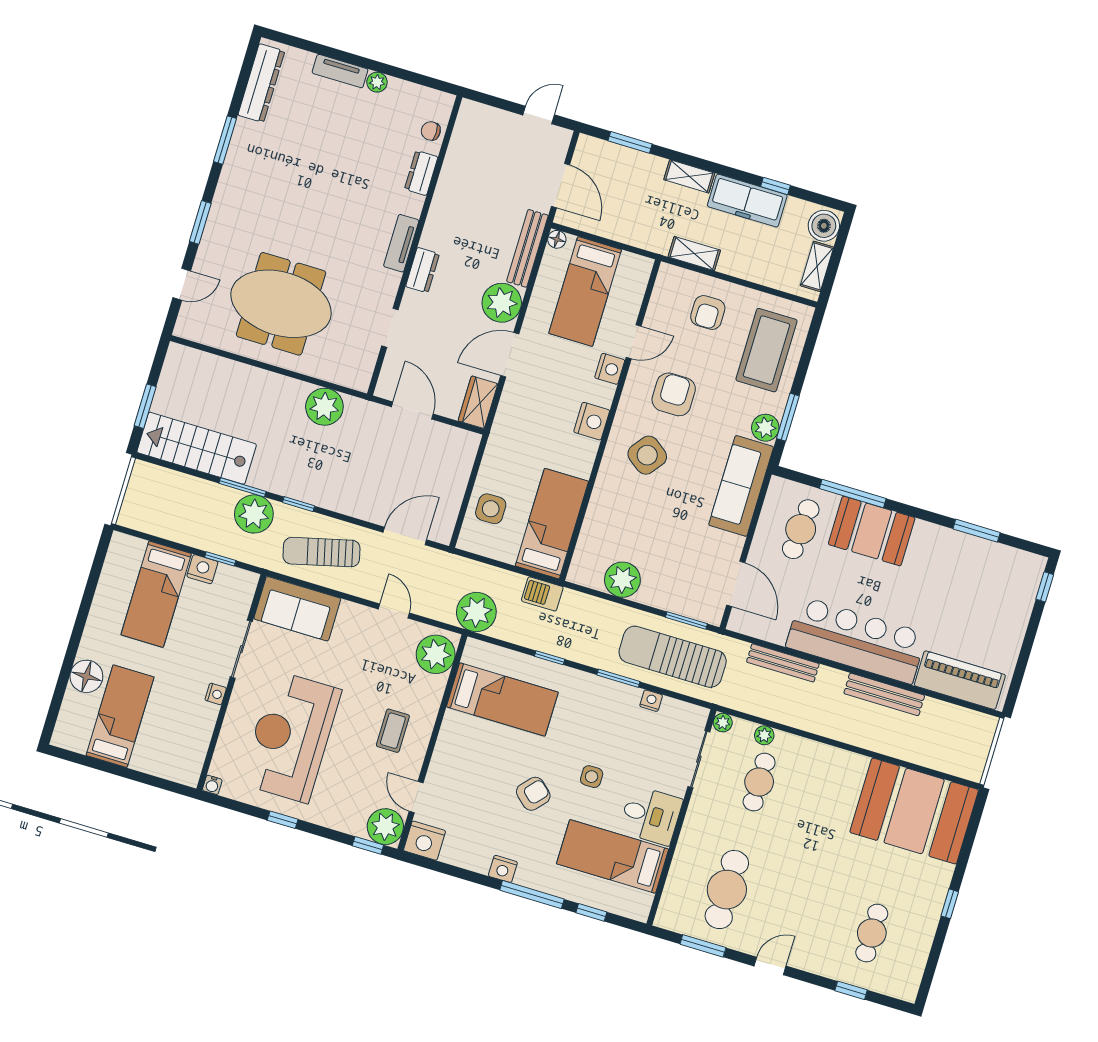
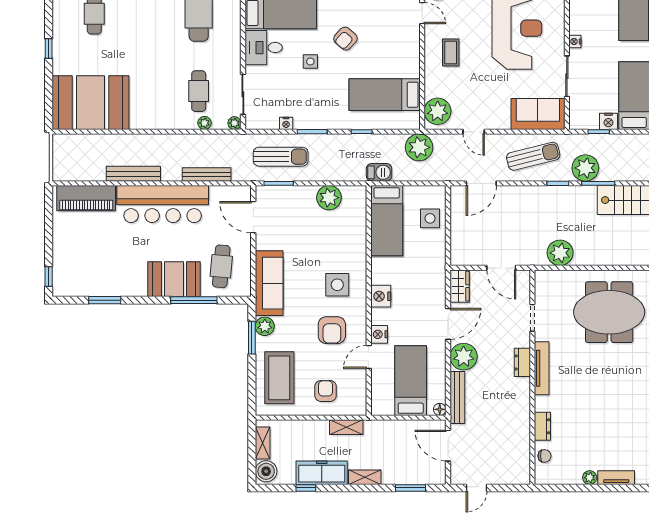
tv unit: (401, 243) -> (542, 368), width x1.41
side table: (647, 455) -> (337, 285), turned -37
sun lounger: (673, 657) -> (281, 157), width x0.73, depth x0.75

